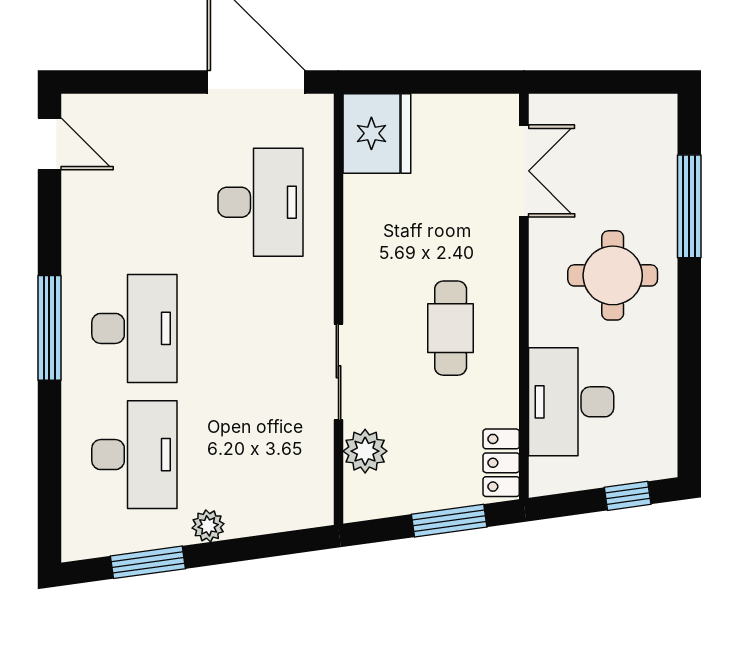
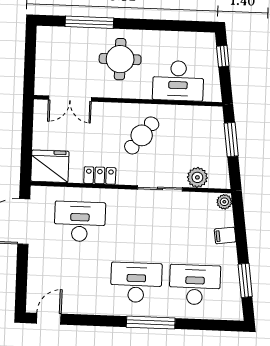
double door: (524, 171) -> (70, 99), swing flipped
window: (49, 328) -> (151, 323), moved
cafe table: (451, 328) -> (142, 135), turned -52
locker: (501, 463) -> (100, 175), moved, turned 180
filing cabinet: (243, 515) -> (225, 235), added
plant: (208, 526) -> (224, 202), moved

